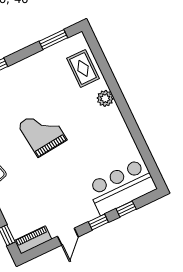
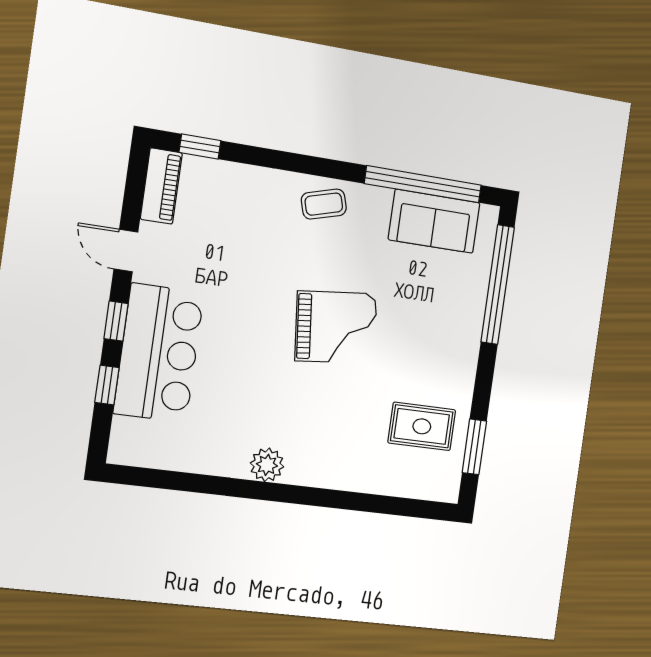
rug: (83, 68) -> (422, 426), moved
plant: (105, 98) -> (267, 465), moved
bar counter: (122, 187) -> (159, 353), moved

